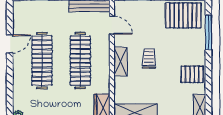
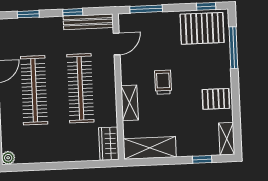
door: (112, 25) -> (117, 44), hinge flipped
shelving: (121, 62) -> (130, 103), moved

